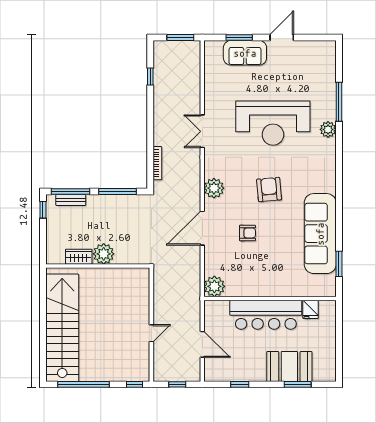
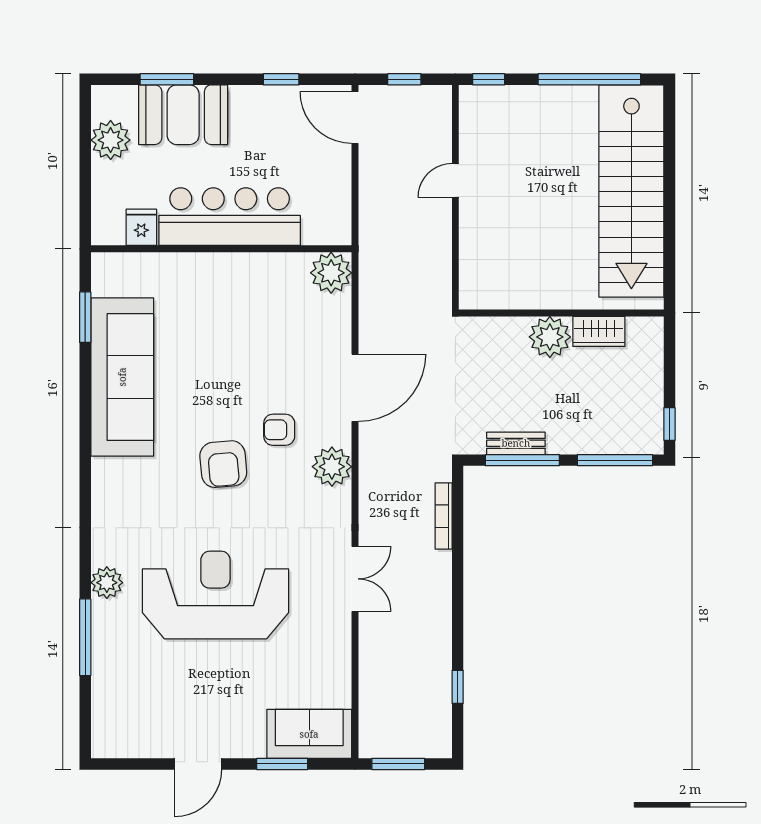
sofa: (245, 53) -> (309, 734), moved
bench: (71, 200) -> (516, 443), moved
armchair: (248, 233) -> (279, 430), moved
door: (202, 344) -> (355, 117), moved
plant: (326, 354) -> (111, 140), added

